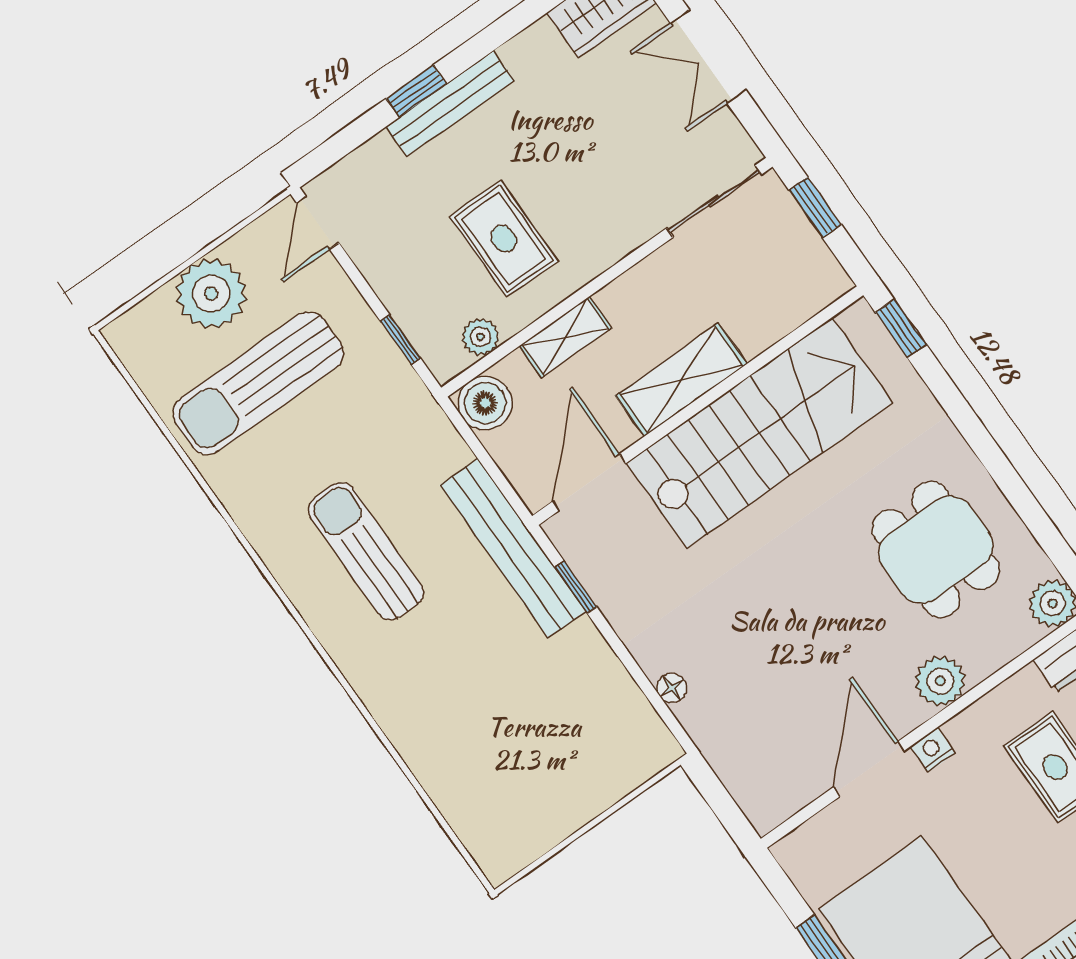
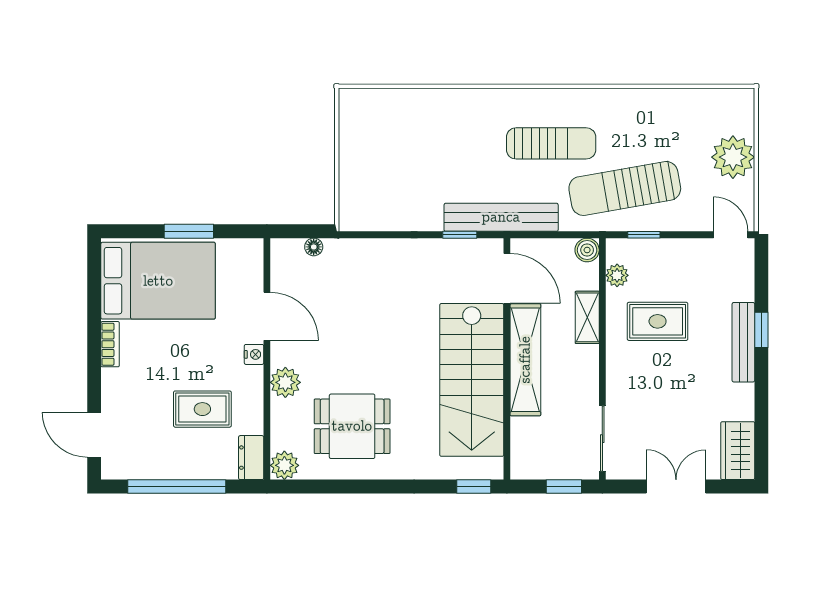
shelving: (681, 380) -> (525, 360), width x1.47
sun lounger: (258, 383) -> (625, 188), moved, turned -100
boiler: (485, 403) -> (587, 250), width x0.73, depth x0.73
floor lamp: (672, 688) -> (314, 247), moved

